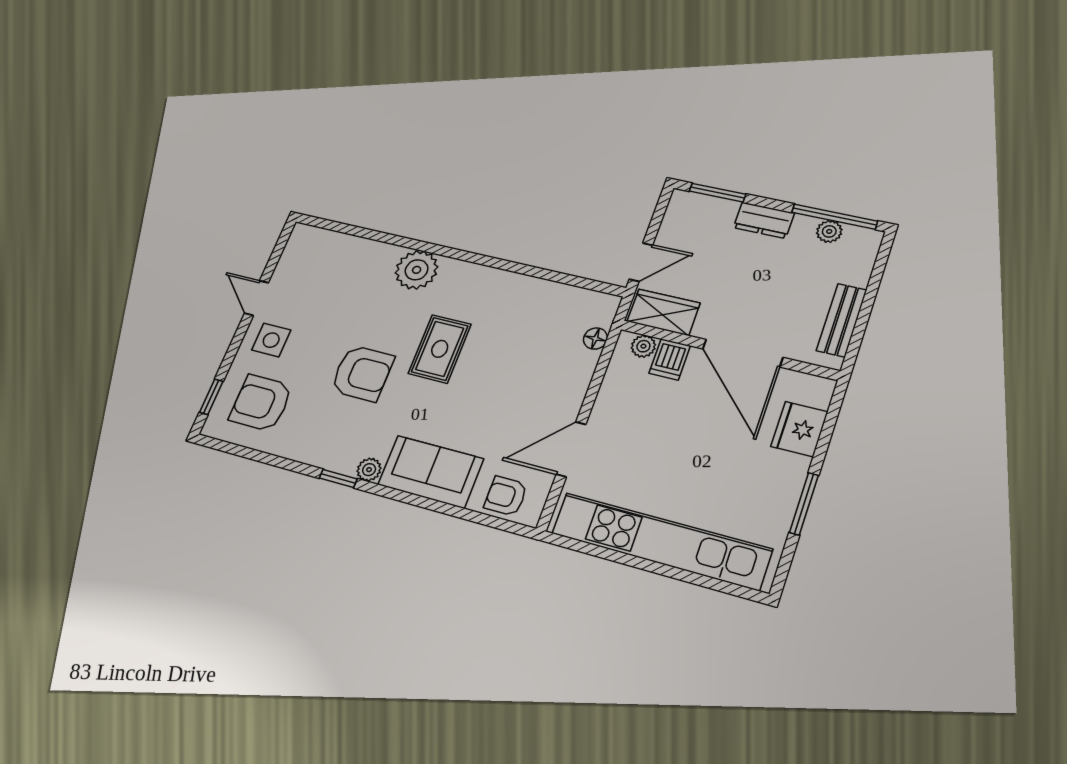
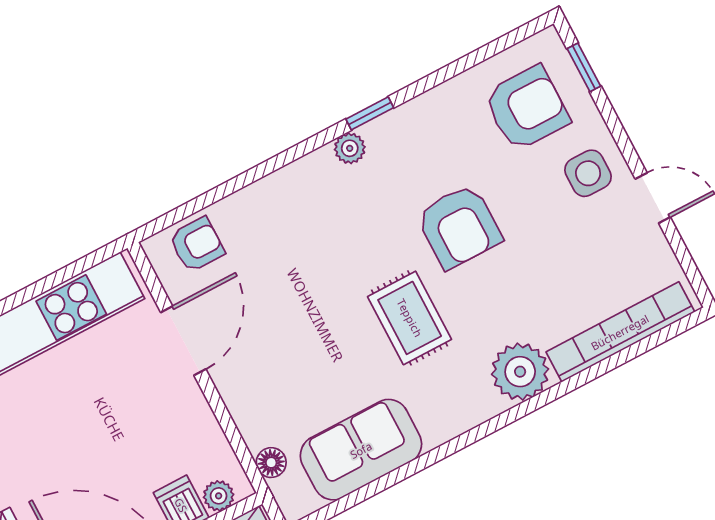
bookcase: (347, 245) -> (620, 332), added
armchair: (362, 373) -> (459, 227), turned -90
sofa: (431, 472) -> (361, 450), moved, turned 180

